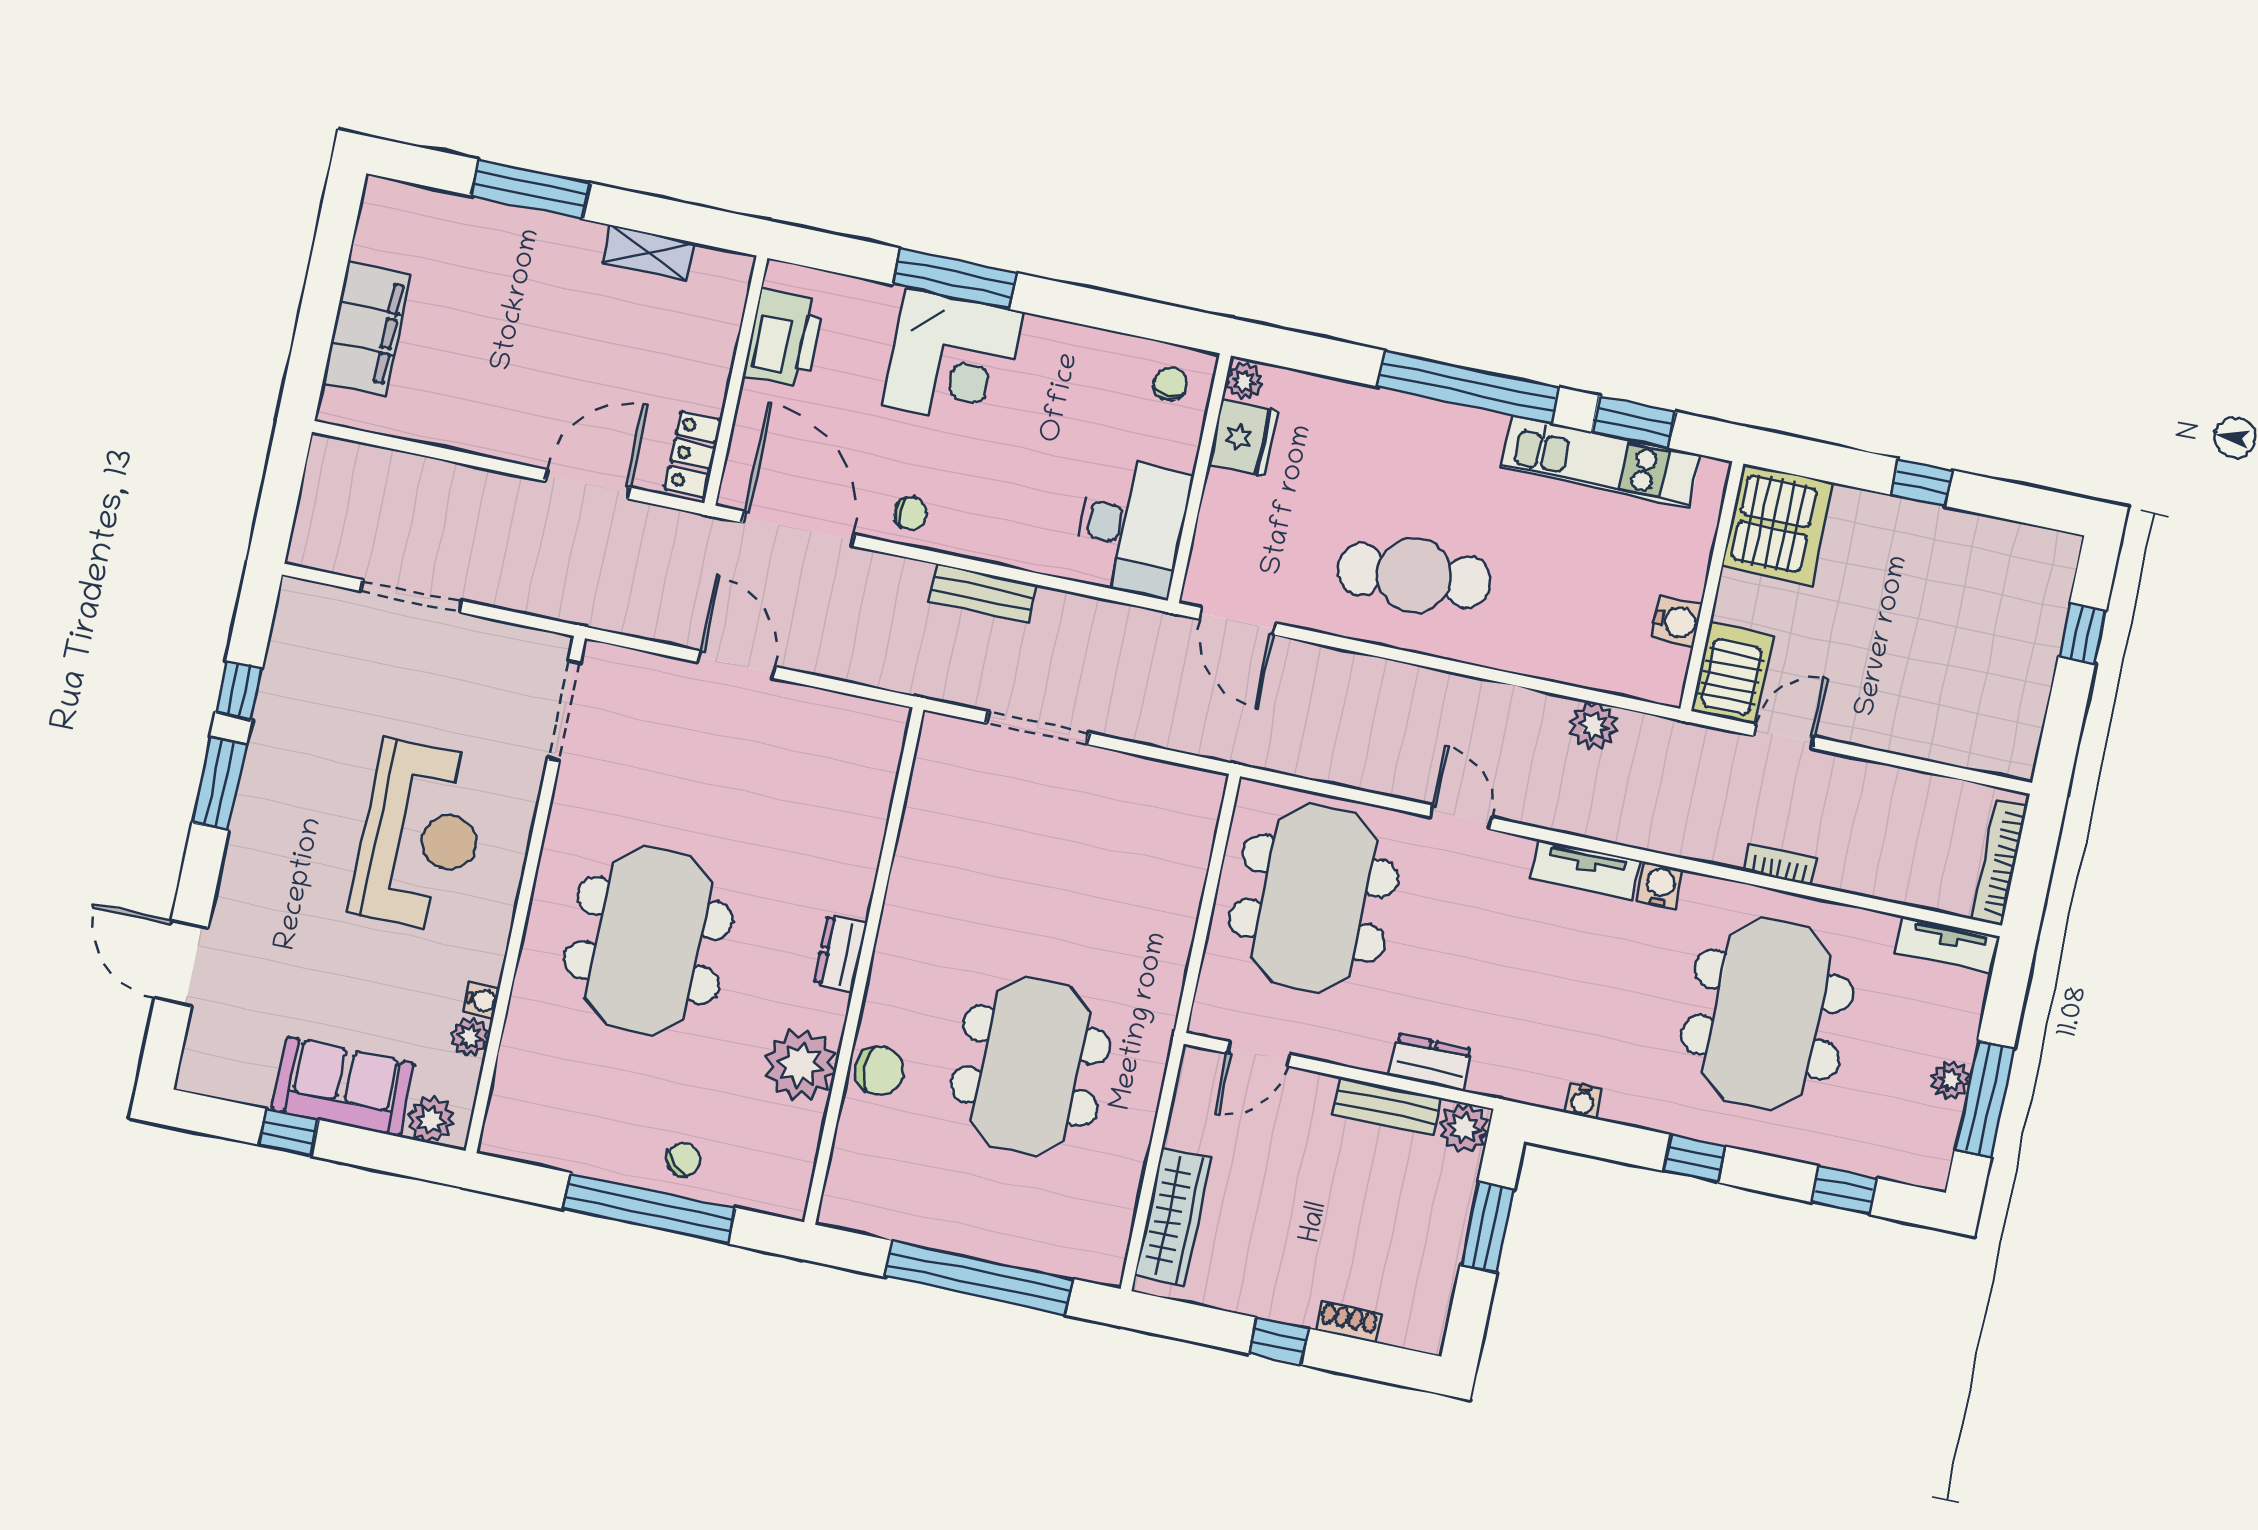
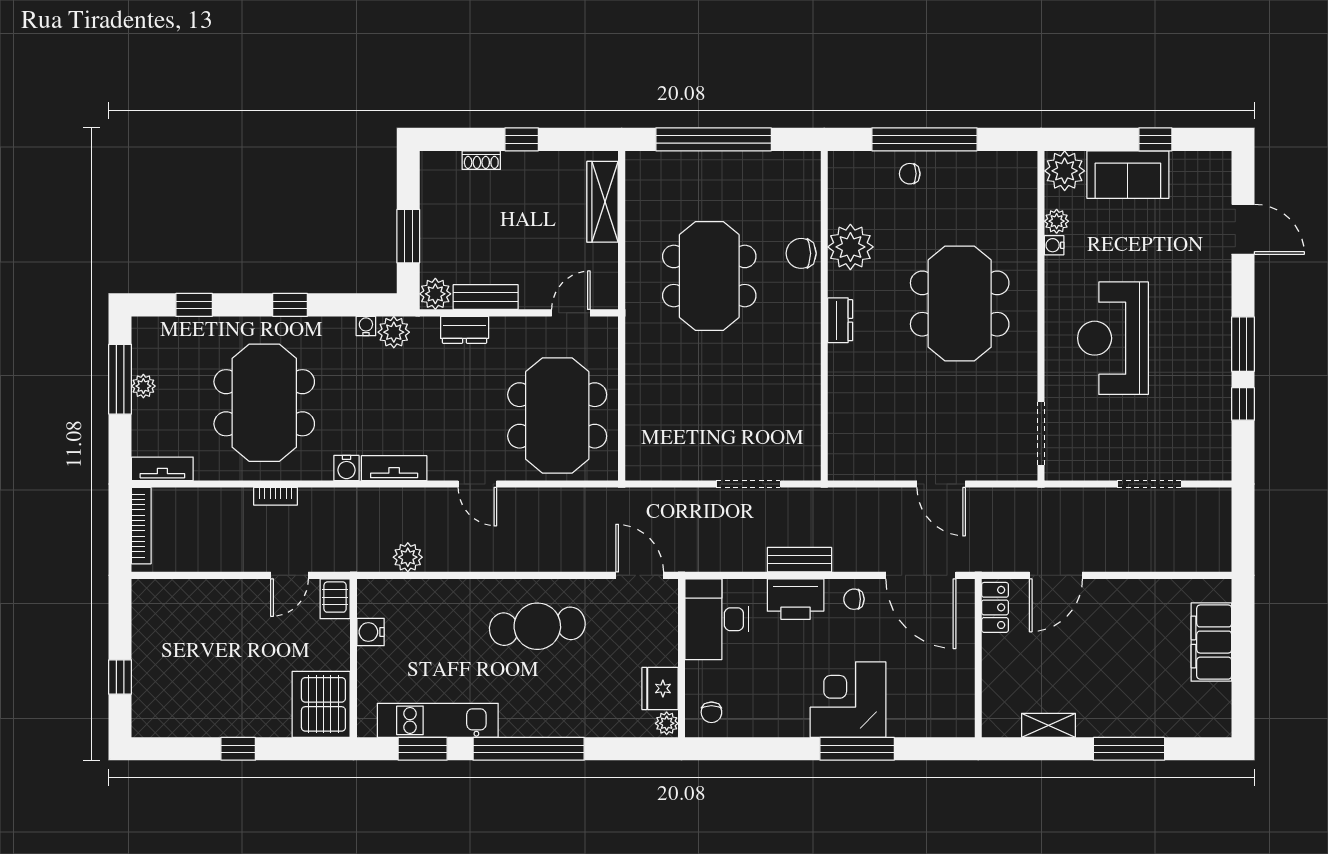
printer: (783, 338) -> (796, 599), moved, turned -90
server rack: (1732, 673) -> (335, 599), width x0.73, depth x0.70
plant: (1542, 1082) -> (394, 332), added
plant: (431, 1120) -> (1065, 171), width x1.36, depth x1.36
chair: (684, 1160) -> (910, 174), turned 45

